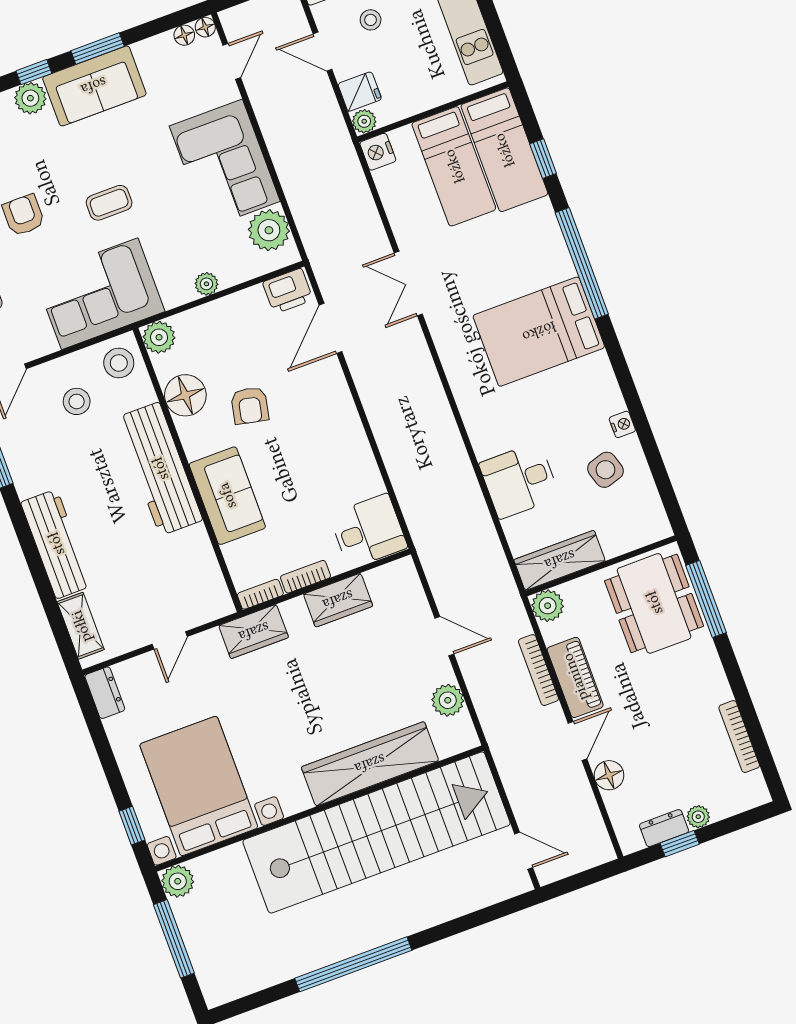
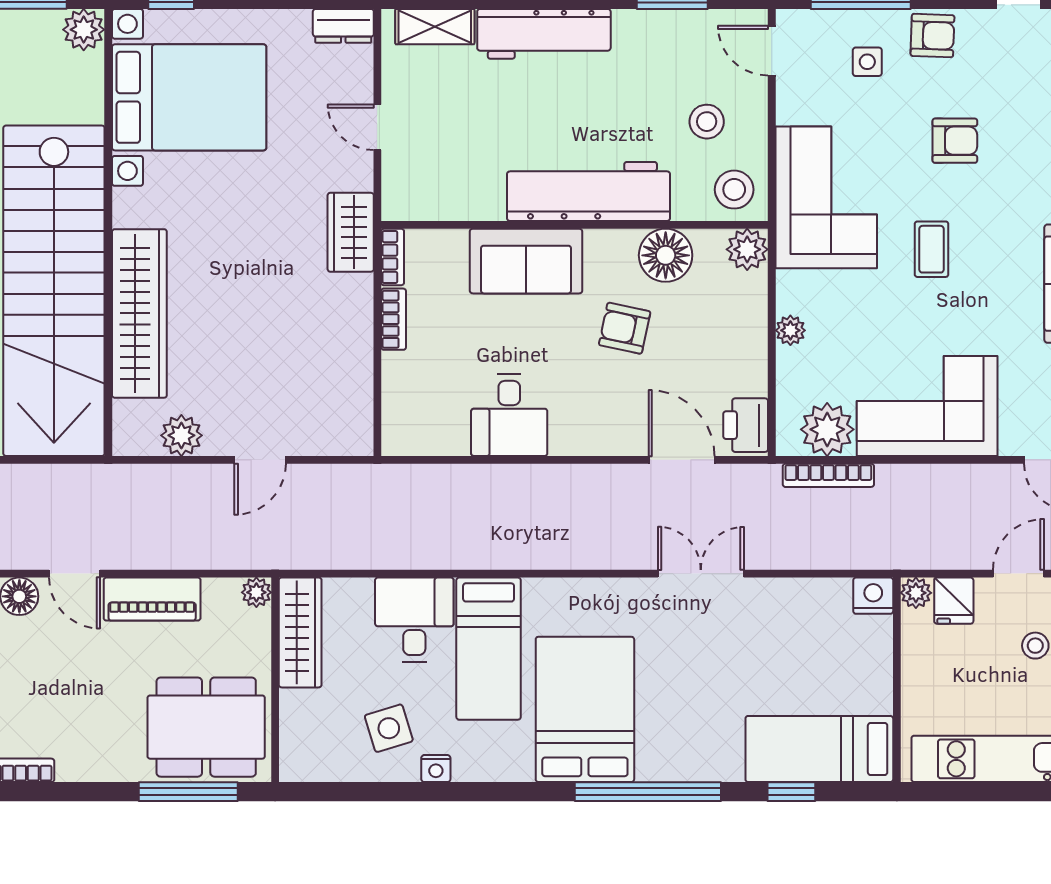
bed: (454, 166) -> (489, 649), moved, turned -90
desk: (368, 531) -> (509, 415), moved
wardrobe: (338, 600) -> (351, 348), removed
plant: (548, 606) -> (256, 592), width x0.73, depth x0.73
bookcase: (538, 670) -> (828, 475), moved, turned 180

